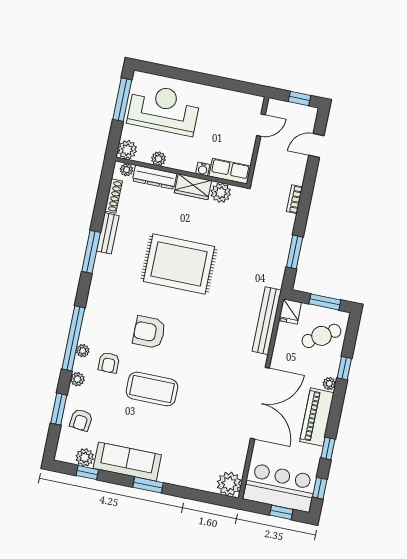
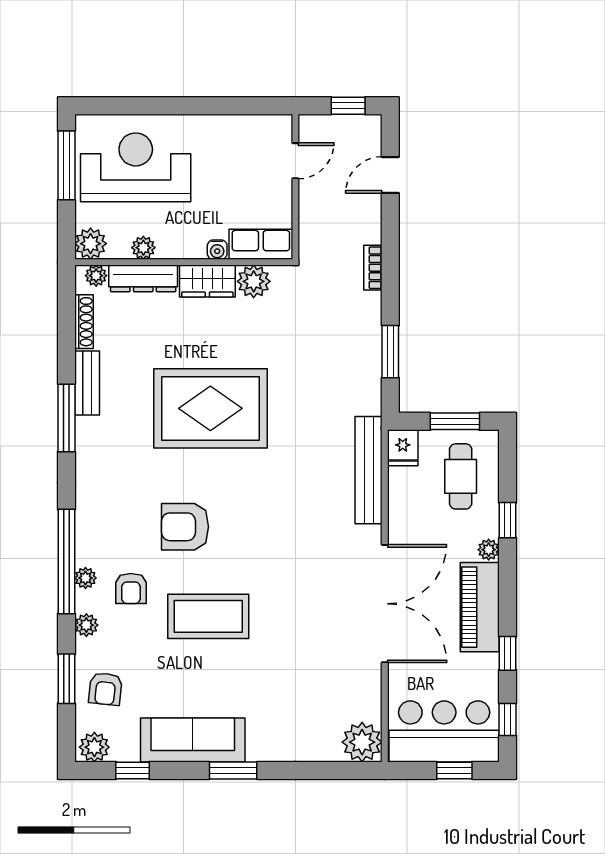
cafe table: (321, 336) -> (461, 476), turned -57
plant: (85, 457) -> (94, 747), moved

